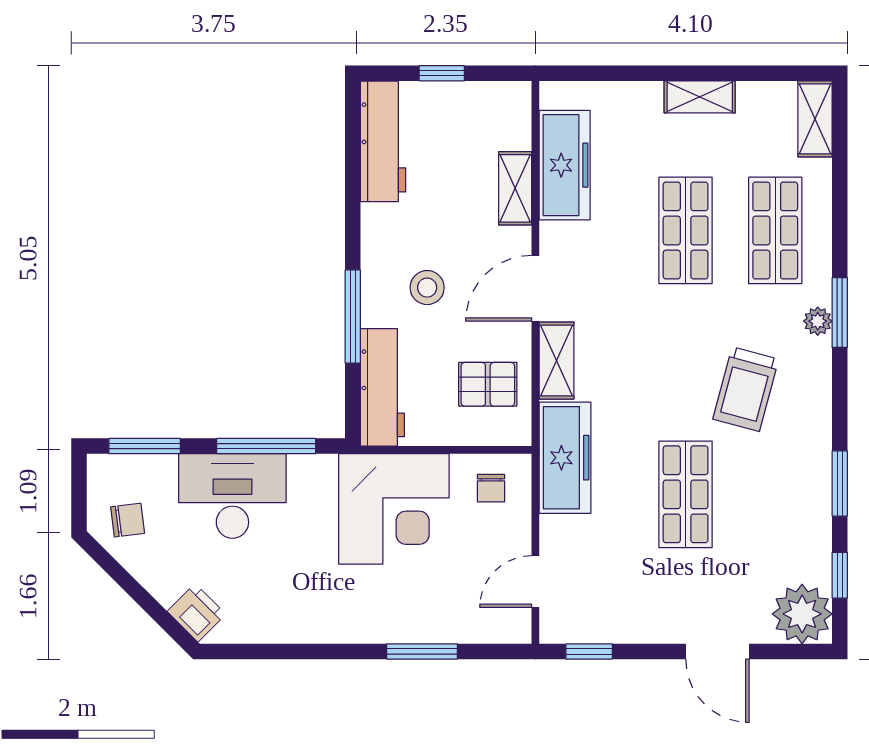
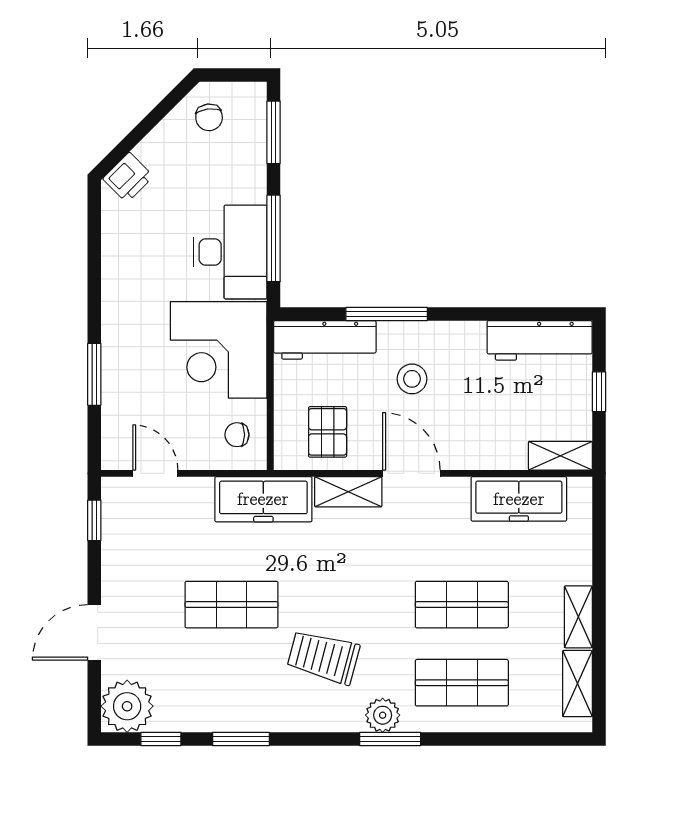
shelving: (815, 119) -> (577, 684), moved, turned 90
shelving: (515, 188) -> (560, 456), moved
plant: (818, 321) -> (383, 715), width x1.38, depth x1.38
desk: (232, 496) -> (230, 252), moved

